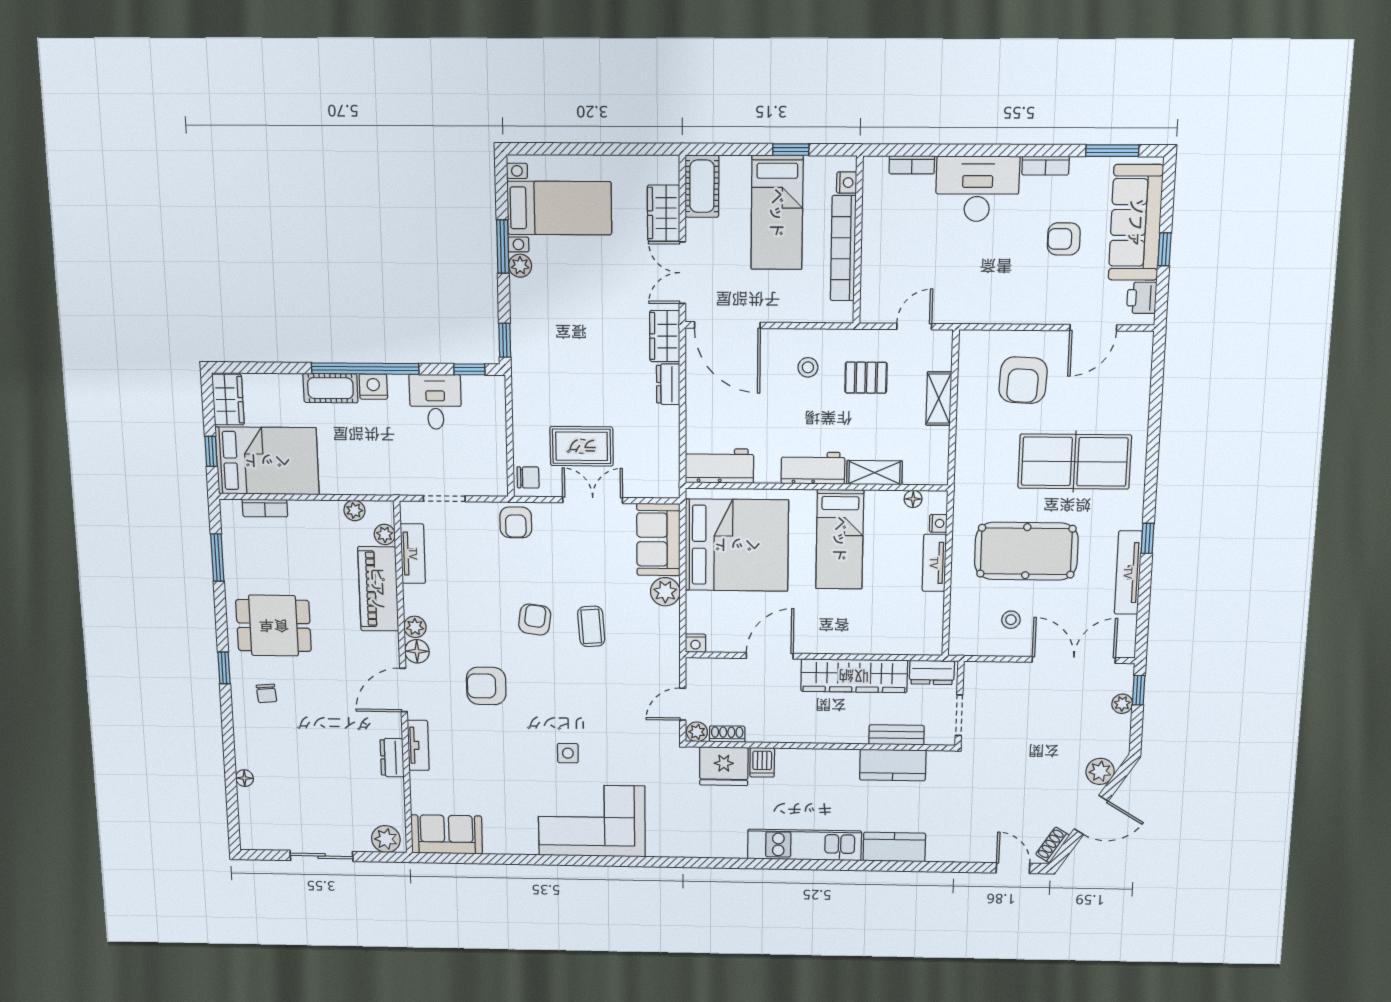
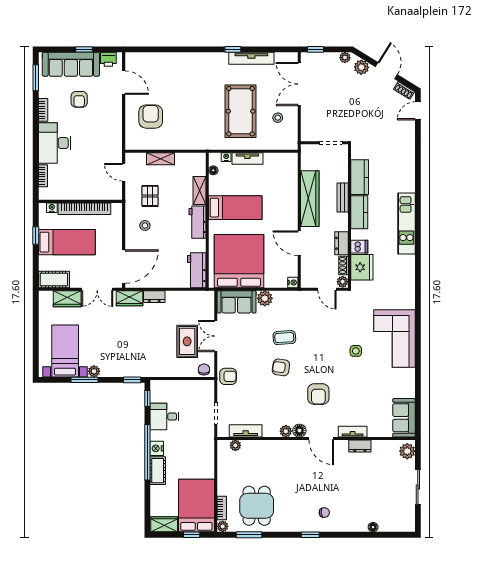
armchair: (1023, 380) -> (151, 117), turned -93
table tennis table: (1075, 462) -> (193, 89), removed
plant: (354, 510) -> (223, 526), moved
piano: (378, 589) -> (265, 450), removed
dining table: (274, 626) -> (257, 506), moved
dresser: (932, 672) -> (342, 243), moved, turned 180
plant: (1122, 704) -> (345, 58), moved
bench: (897, 735) -> (343, 198), moved
kitchen counter: (894, 847) -> (359, 212), moved, turned 180

